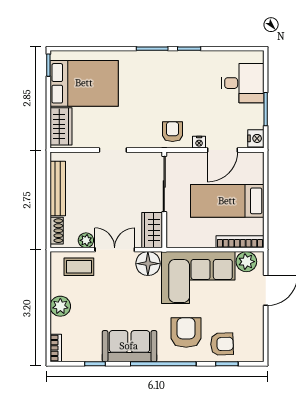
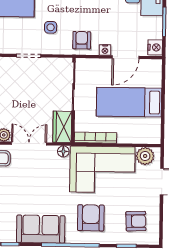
side table: (137, 118) -> (51, 27), added
bookcase: (240, 242) -> (96, 138), moved
floor lamp: (148, 264) -> (63, 151), width x0.53, depth x0.53
armchair: (222, 344) -> (136, 221), moved

